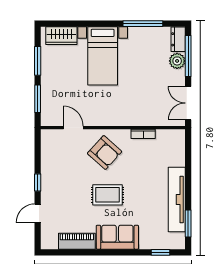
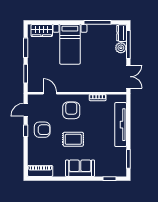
double door: (188, 103) -> (128, 77), swing flipped
armchair: (105, 153) -> (71, 110), turned -132
armchair: (62, 181) -> (42, 130), added
tv unit: (177, 200) -> (121, 125), moved
door: (38, 213) -> (26, 110), moved
piano: (77, 241) -> (40, 171), moved

